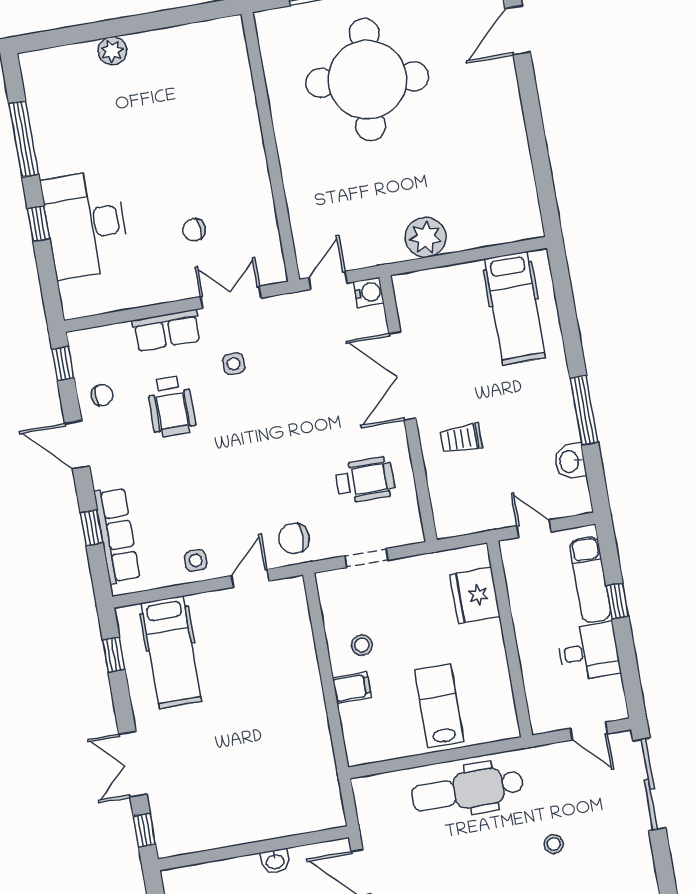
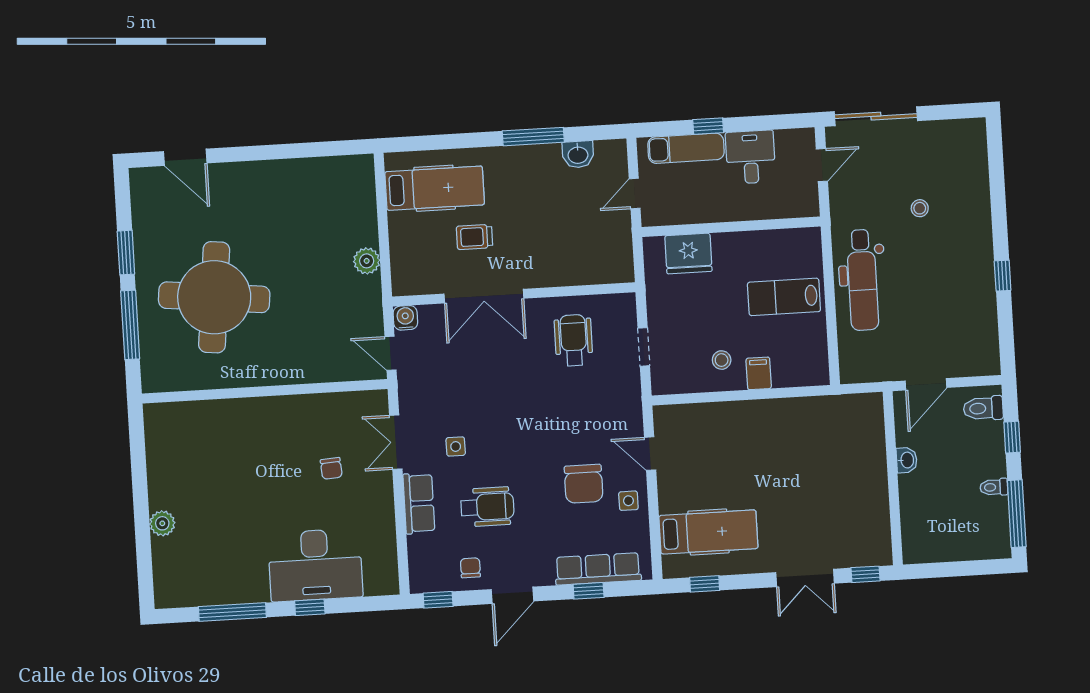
plant: (426, 237) -> (367, 261), width x0.73, depth x0.73
trolley: (461, 439) -> (475, 237), moved, turned 90
chair: (294, 538) -> (584, 484), moved, width x1.37, depth x1.37

